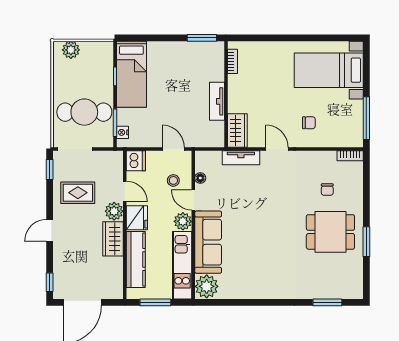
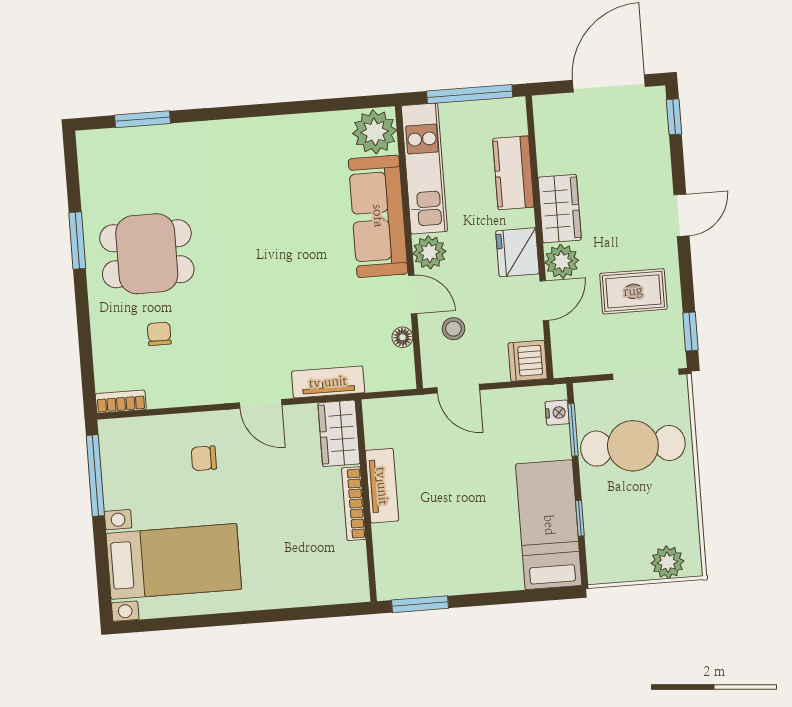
bookcase: (232, 61) -> (354, 504), moved, width x1.56
door: (125, 191) -> (544, 301), swing flipped
kitchen counter: (136, 259) -> (513, 173), width x0.67
window: (155, 302) -> (470, 94), width x1.44

